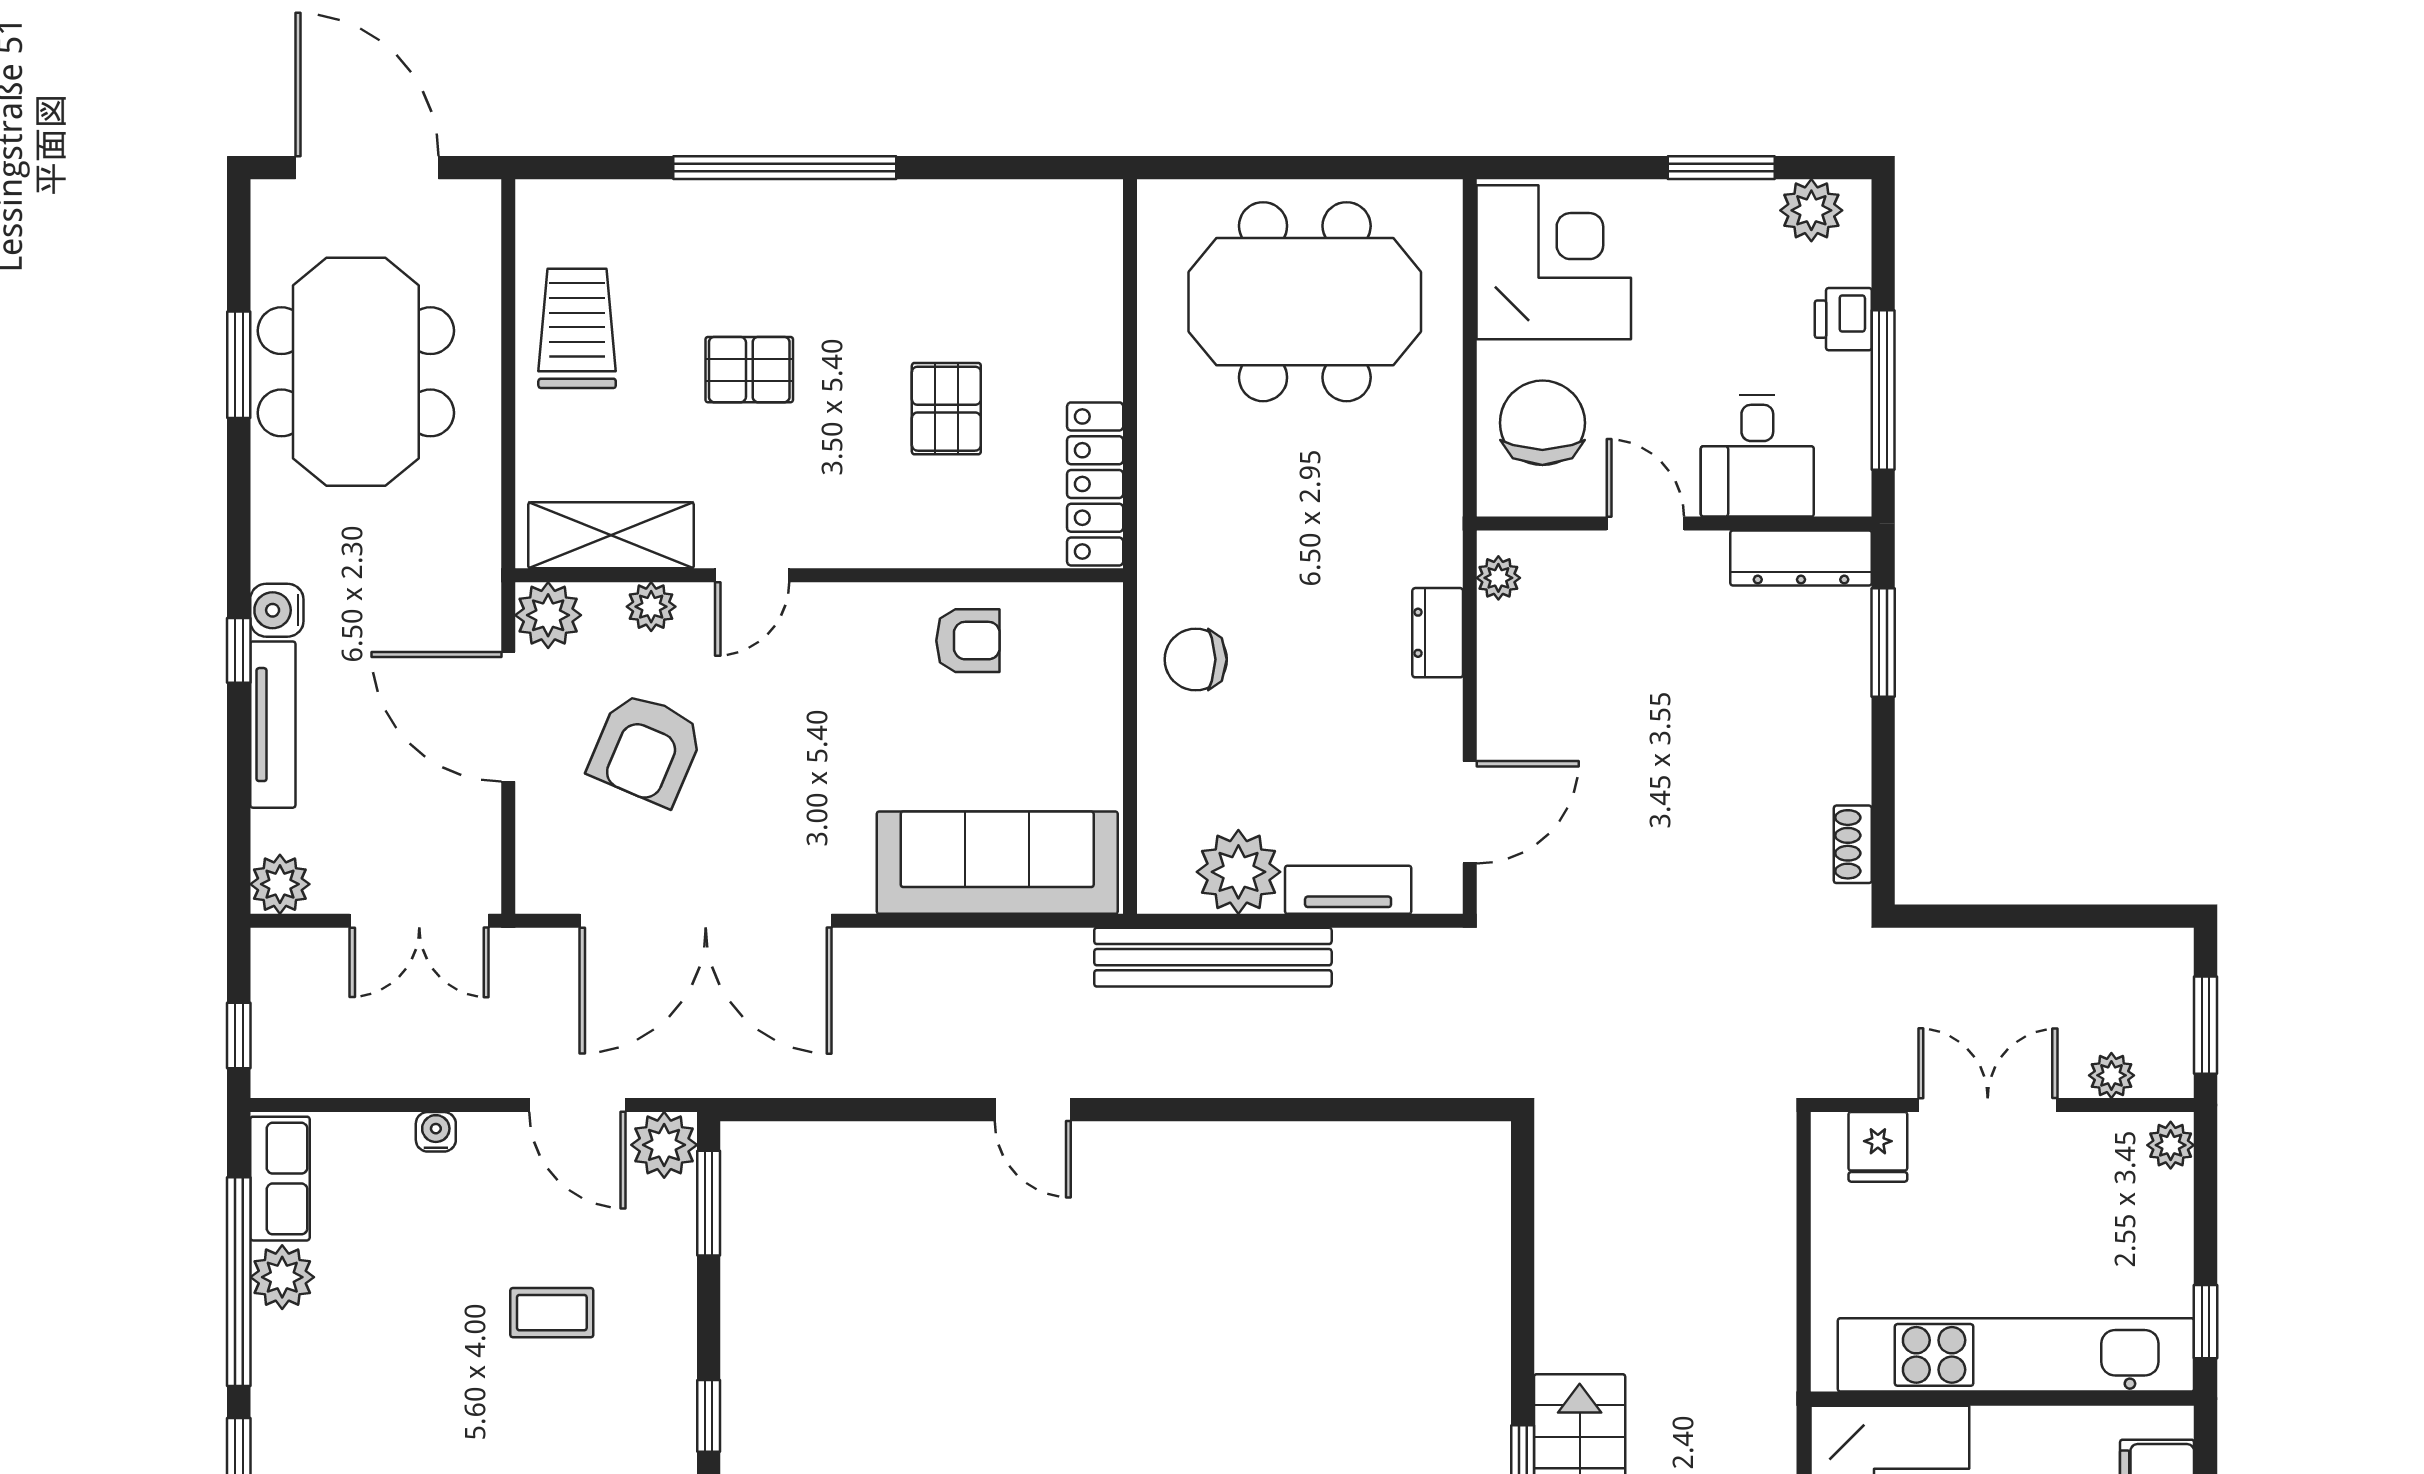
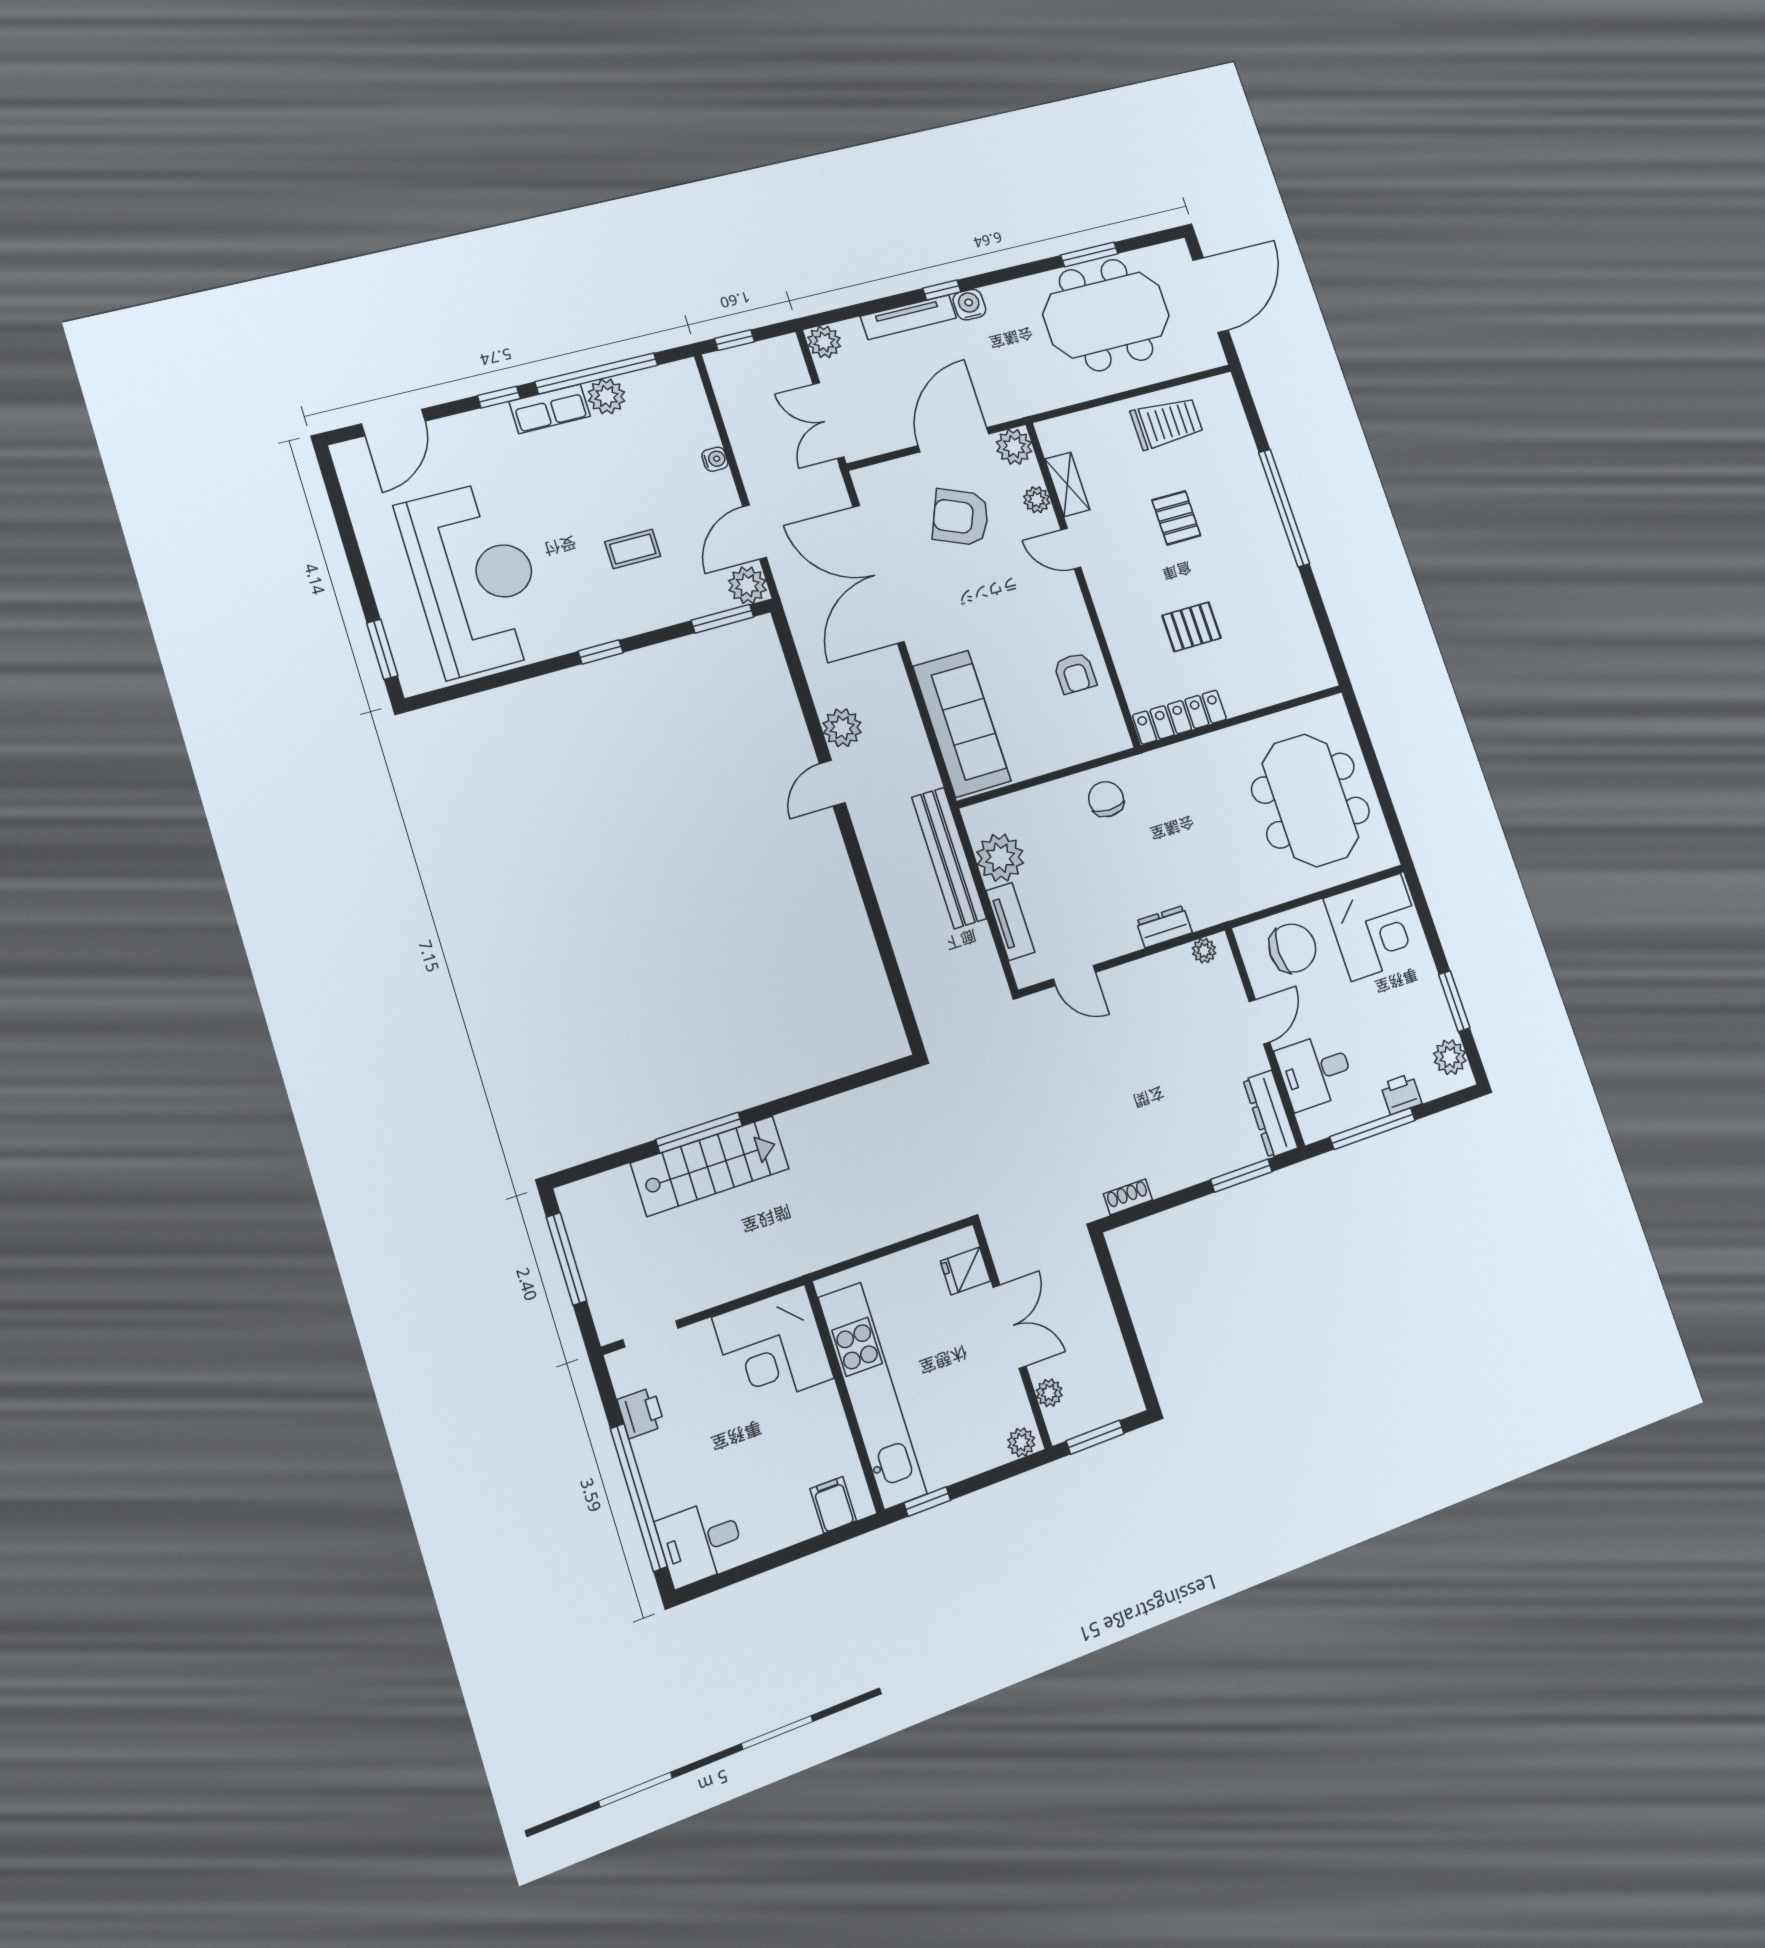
shelving: (611, 535) -> (1067, 484), width x0.67, depth x0.75
door: (1470, 812) -> (1074, 976), width x0.73
plant: (946, 1064) -> (842, 728), added
row of seats: (280, 1179) -> (550, 409), moved
coffee table: (552, 1313) -> (633, 549), turned 90

